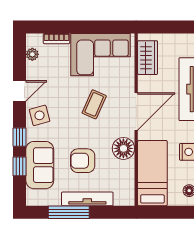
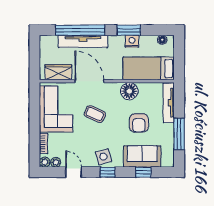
plant: (33, 40) -> (45, 162), added
door: (20, 91) -> (74, 172), moved
door: (136, 111) -> (89, 81), moved
window: (20, 137) -> (108, 172), moved
tv unit: (87, 199) -> (169, 103), moved

